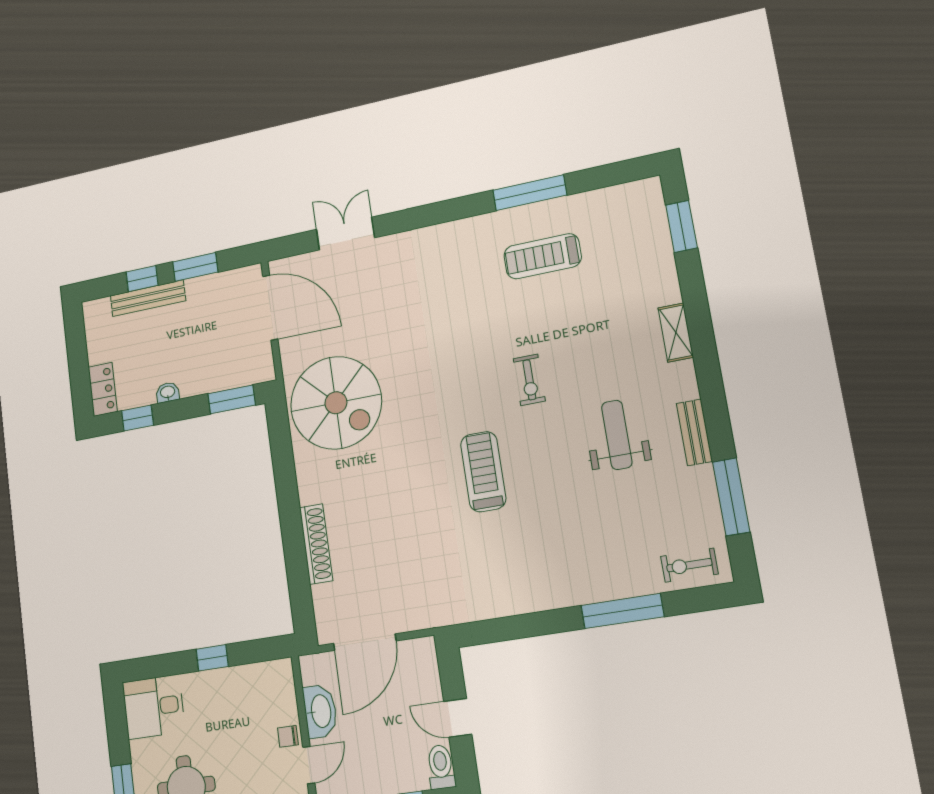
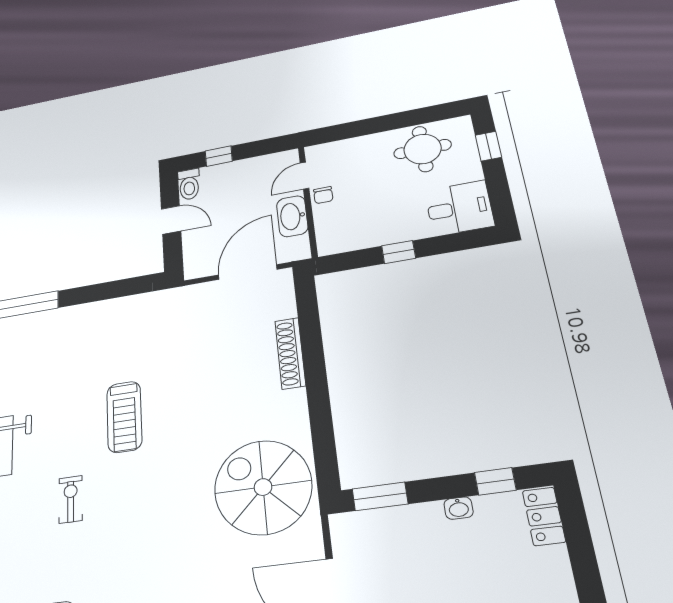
chair: (288, 736) -> (323, 195), turned 90

